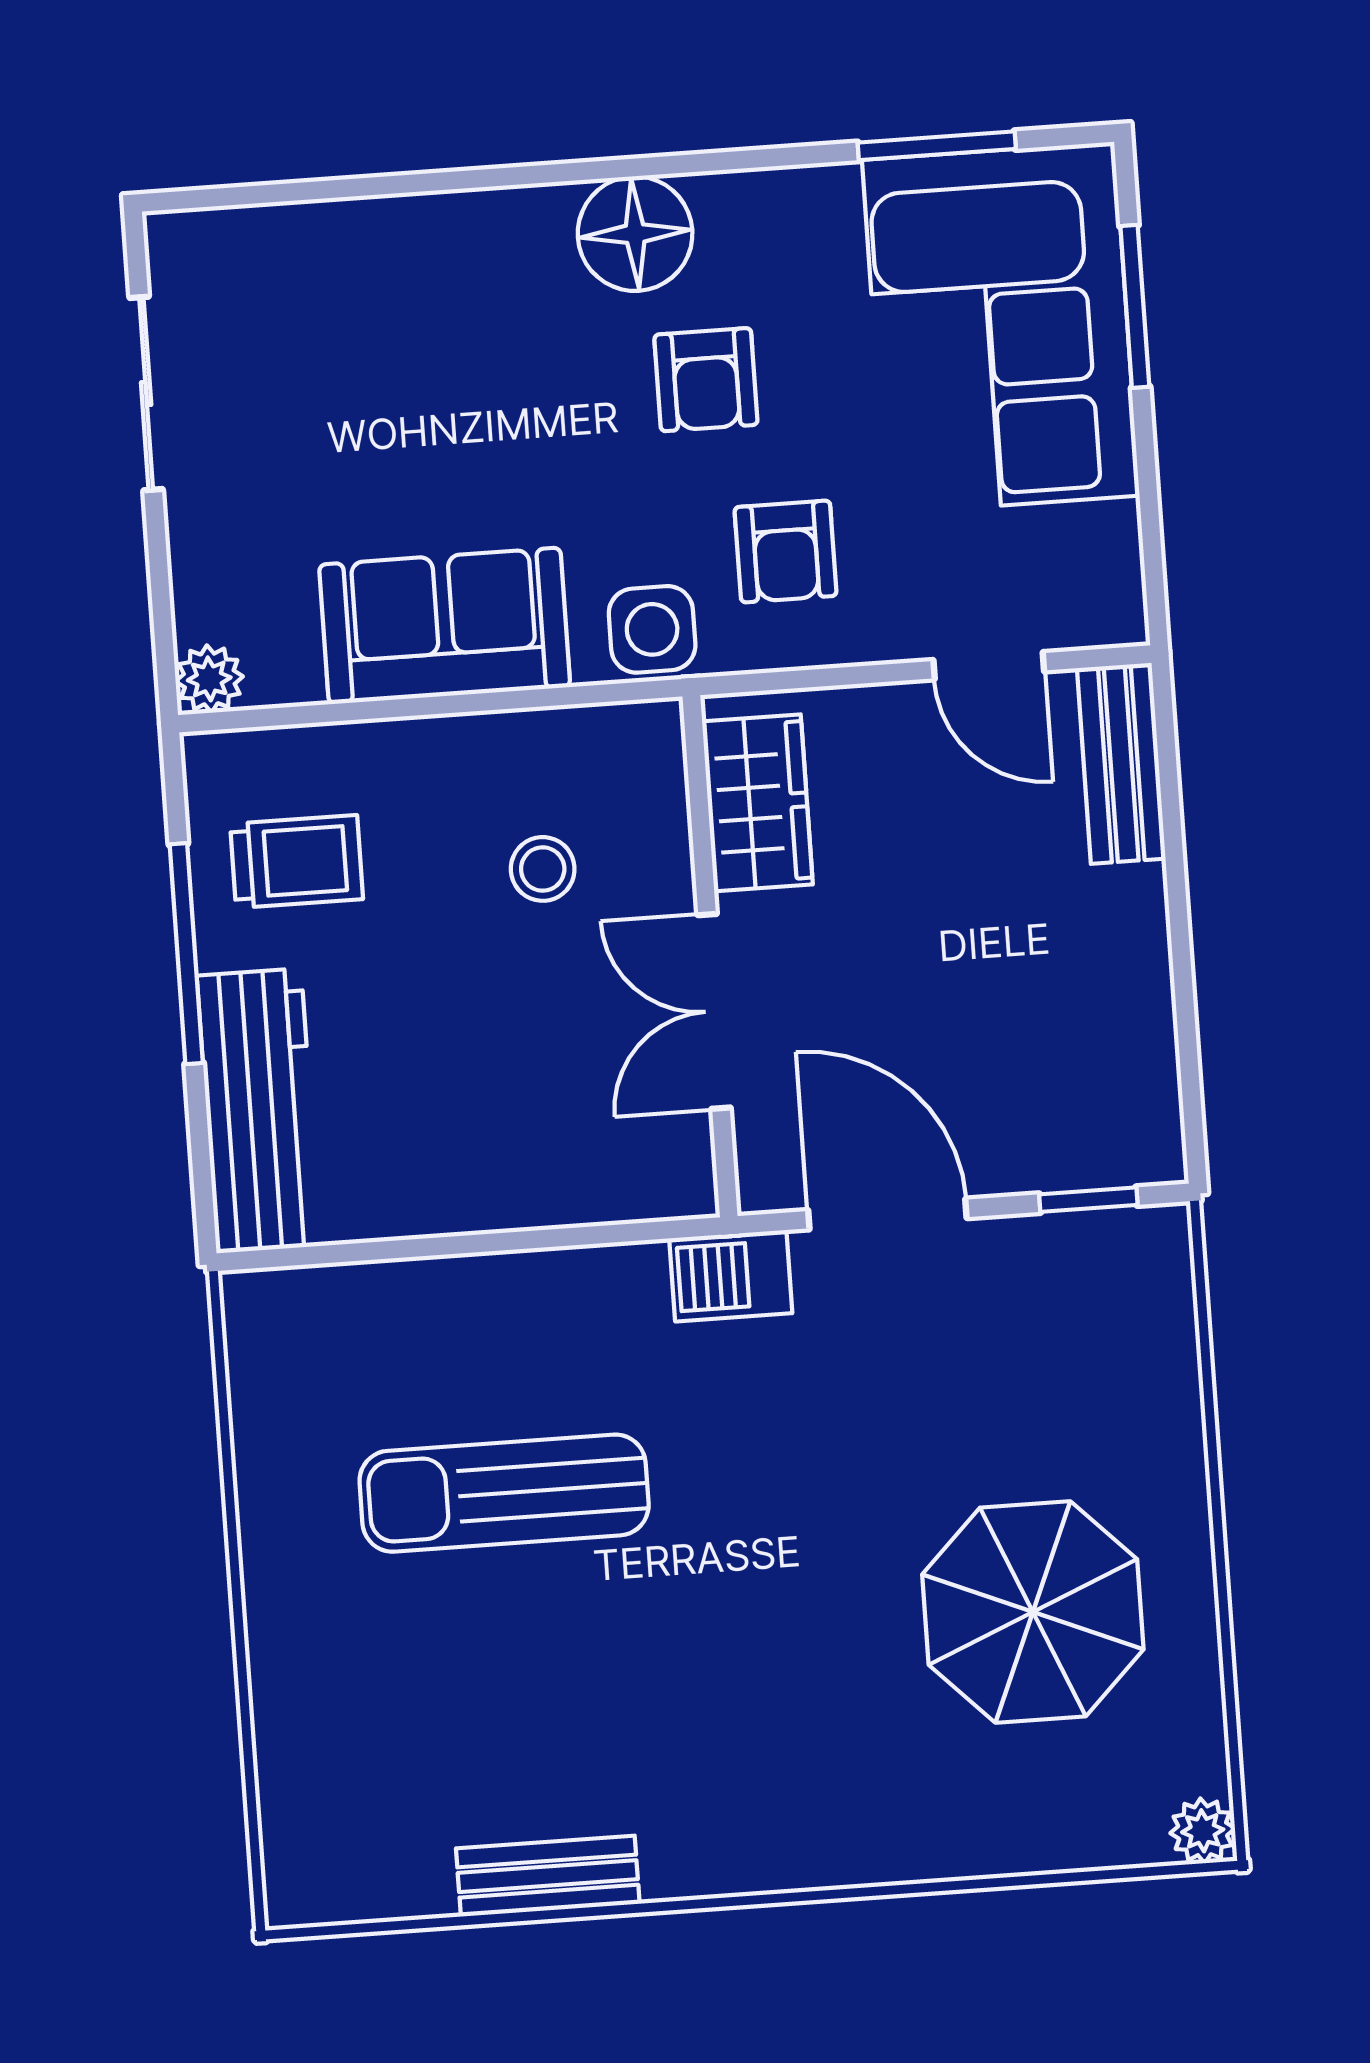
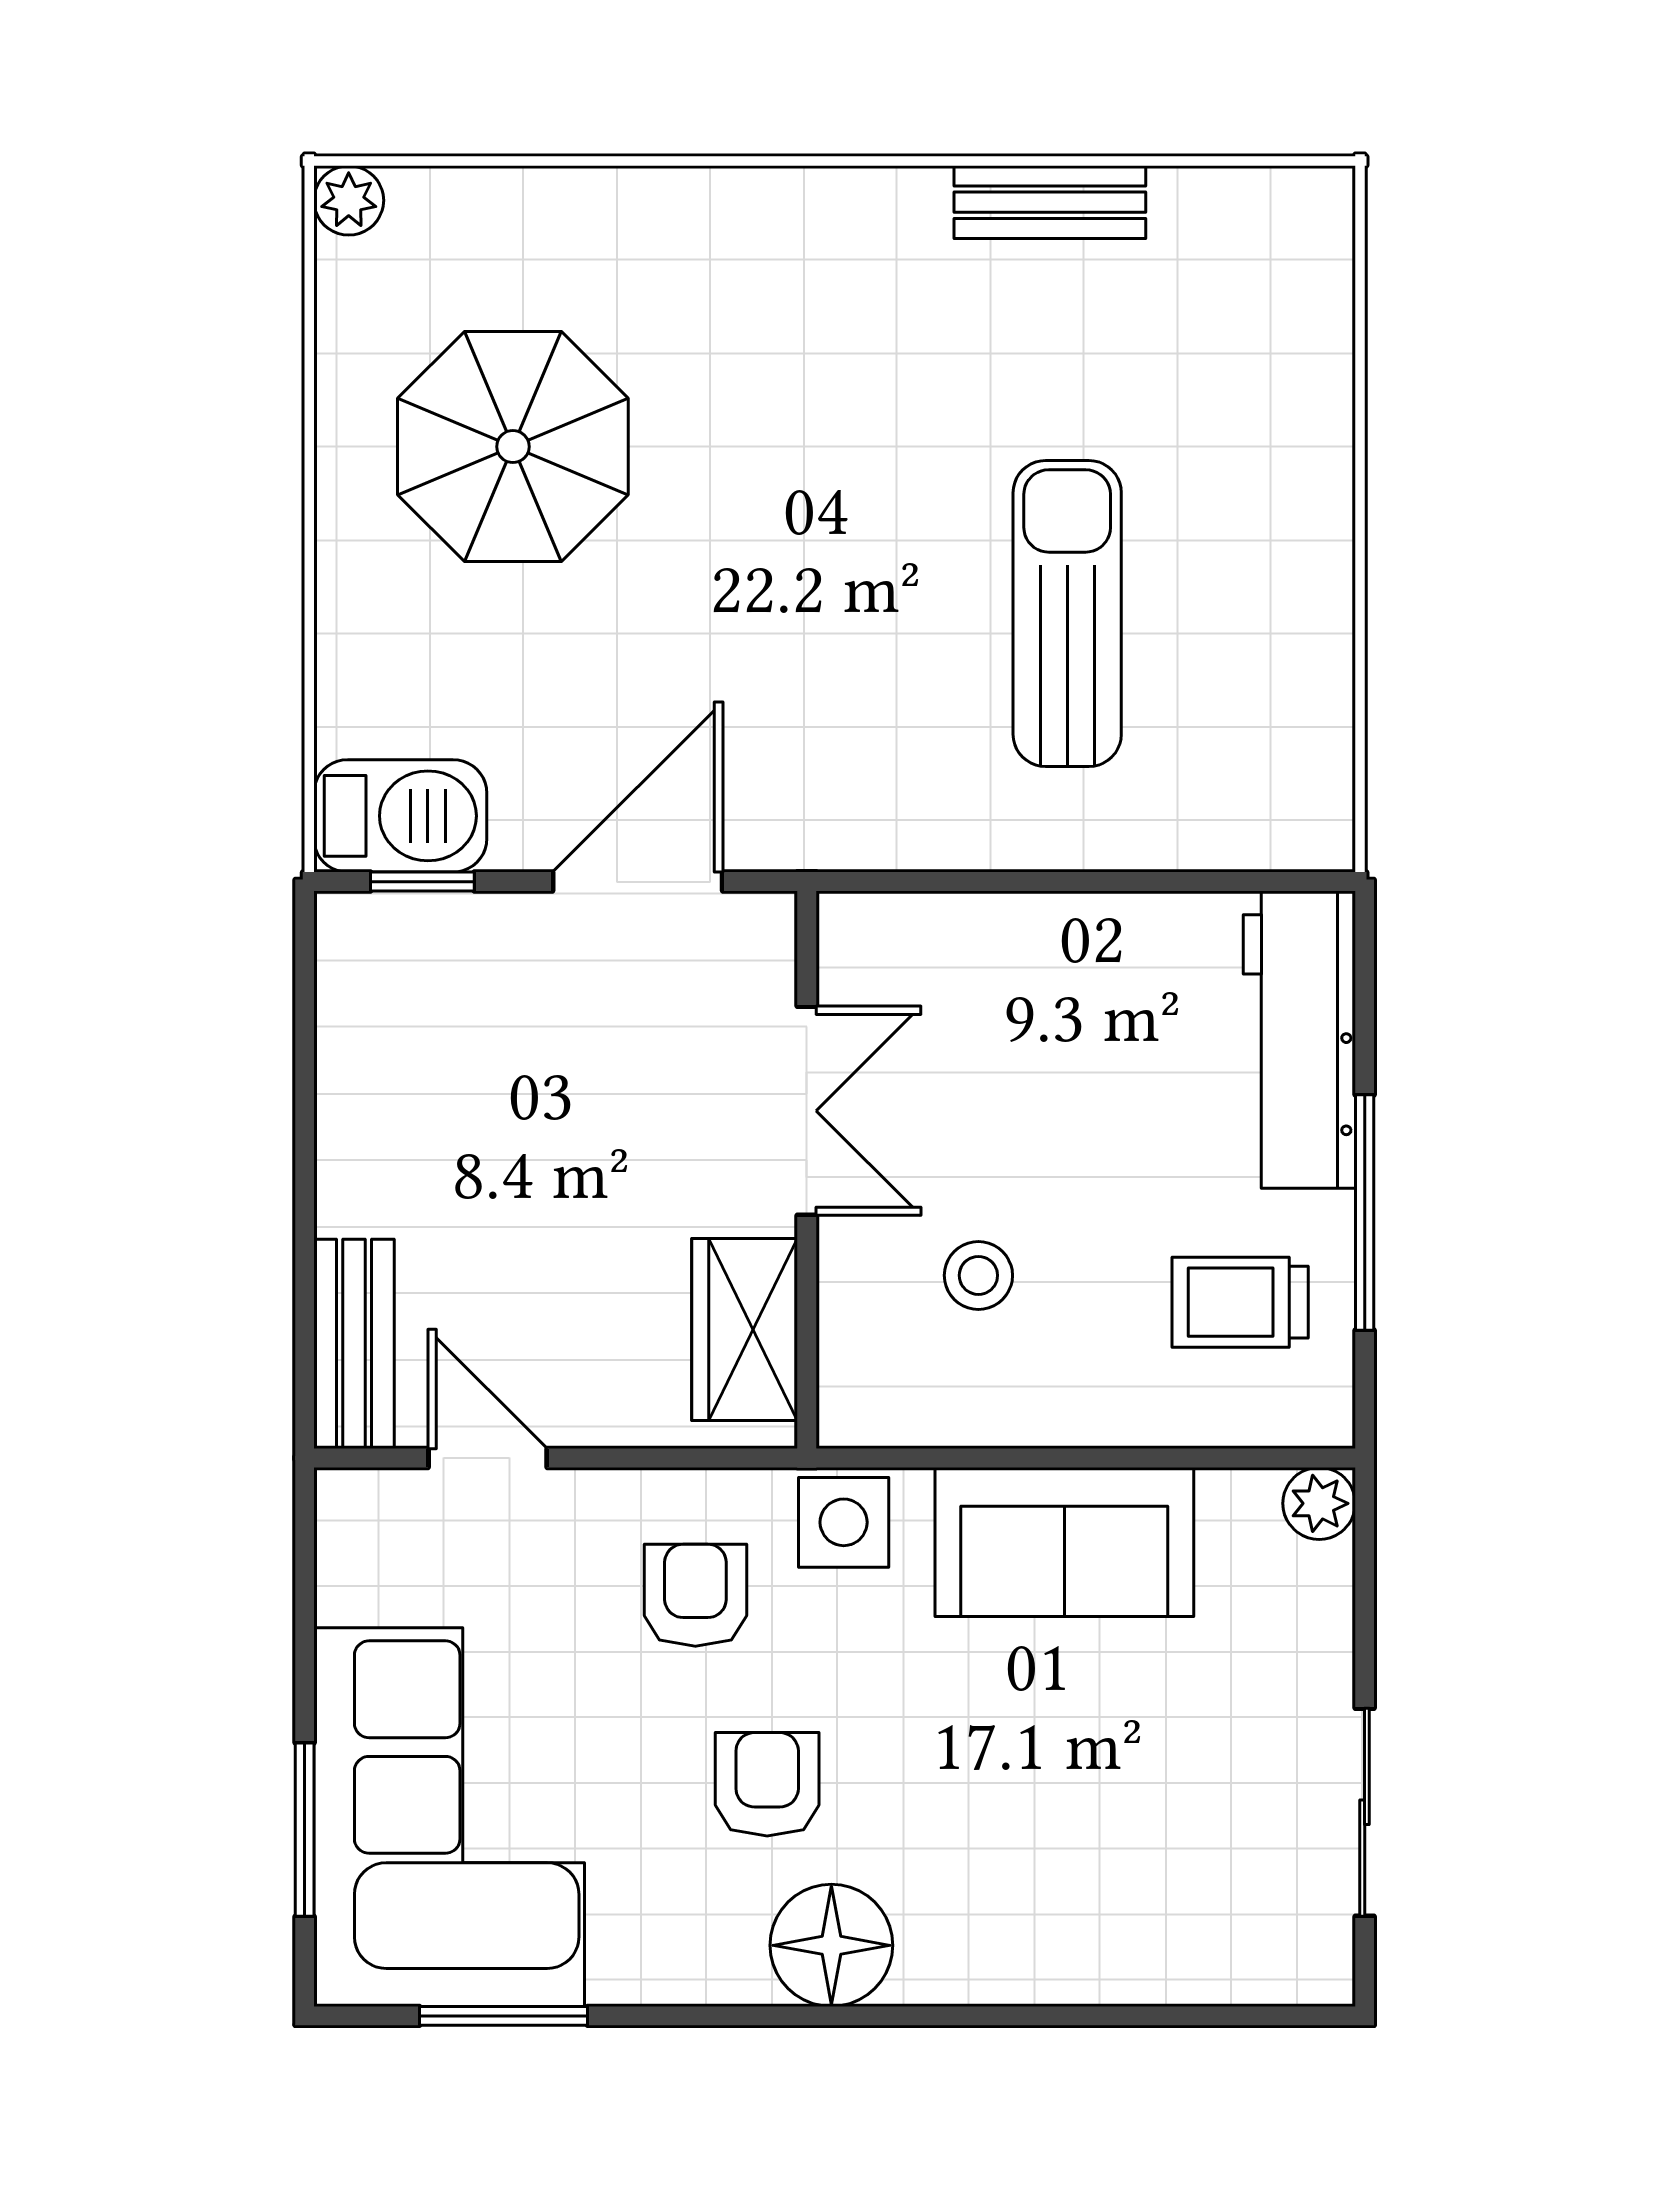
door: (887, 1214) -> (638, 882), swing flipped
barbecue: (731, 1276) -> (400, 816), moved, width x1.38, depth x1.27
sun lounger: (504, 1493) -> (1067, 614), turned -90

